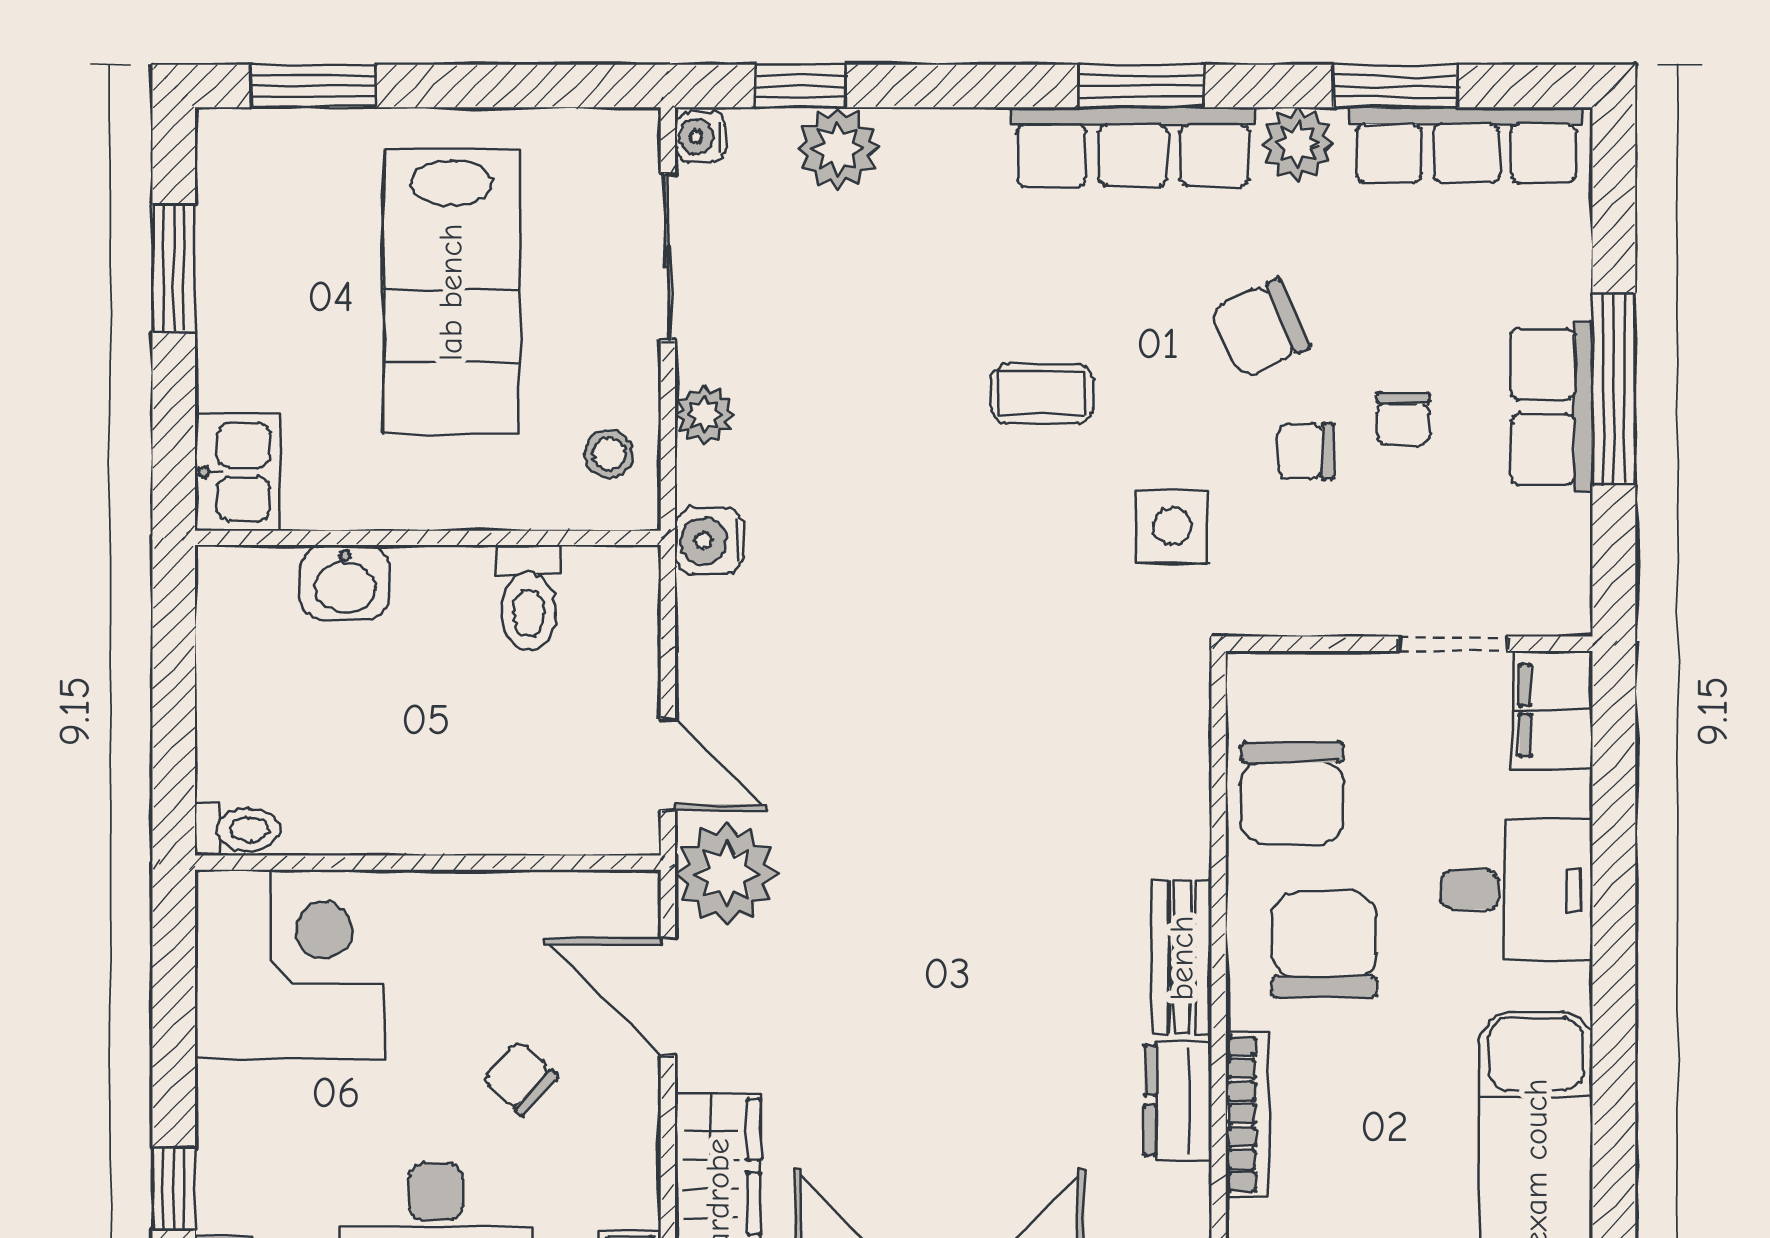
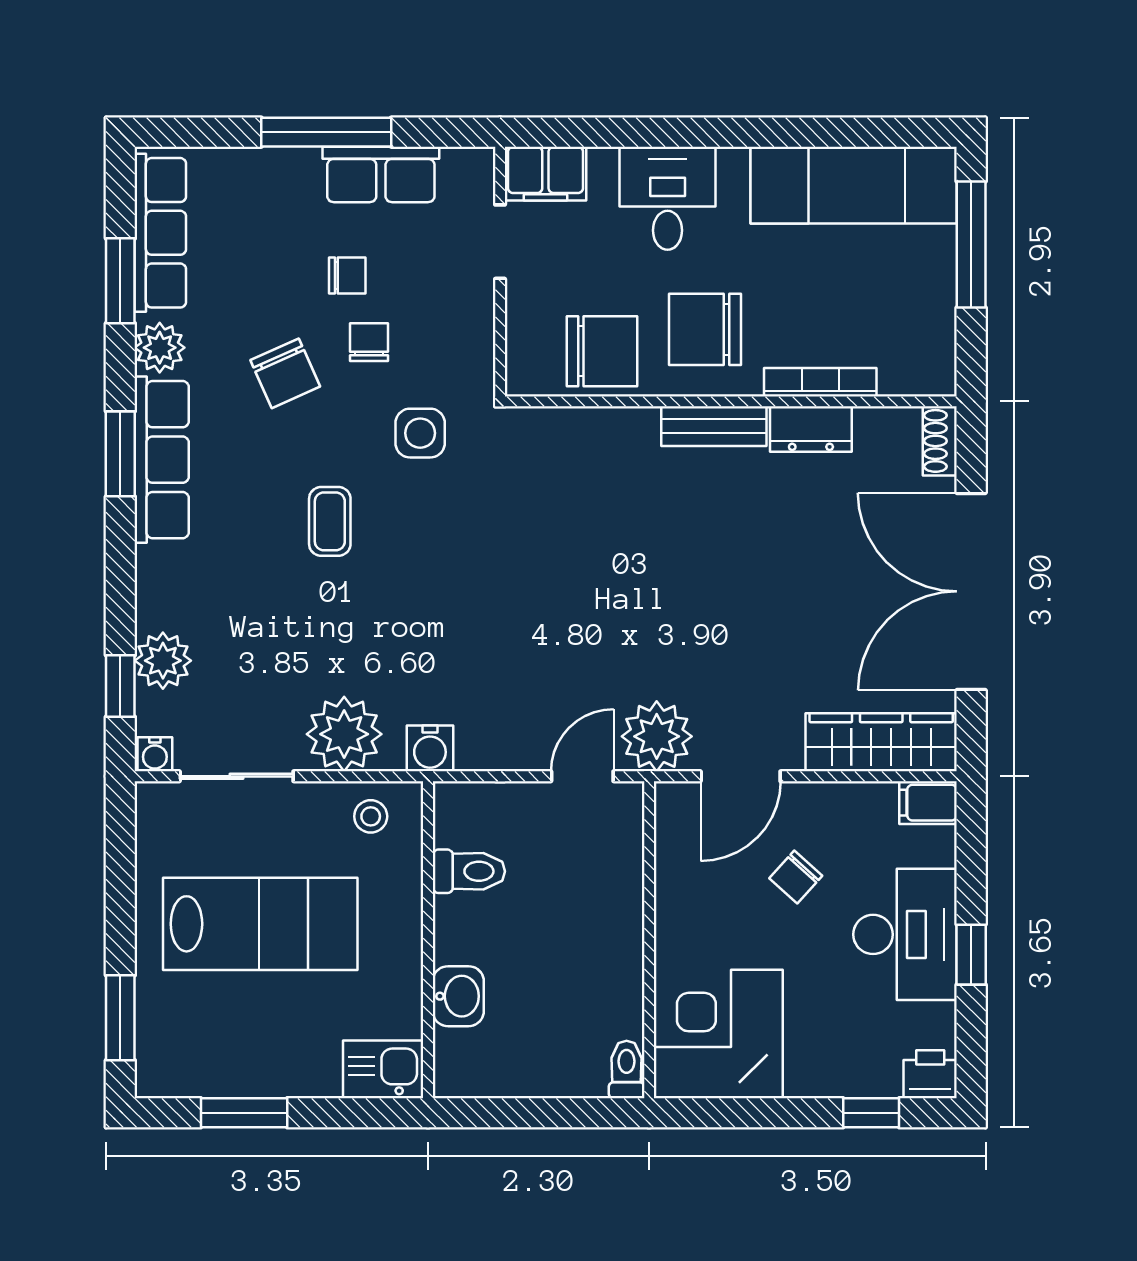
row of seats: (1552, 407) -> (381, 174), moved
plant: (704, 415) -> (344, 734), width x1.87, depth x1.87
chair: (1306, 451) -> (369, 342), turned 180

